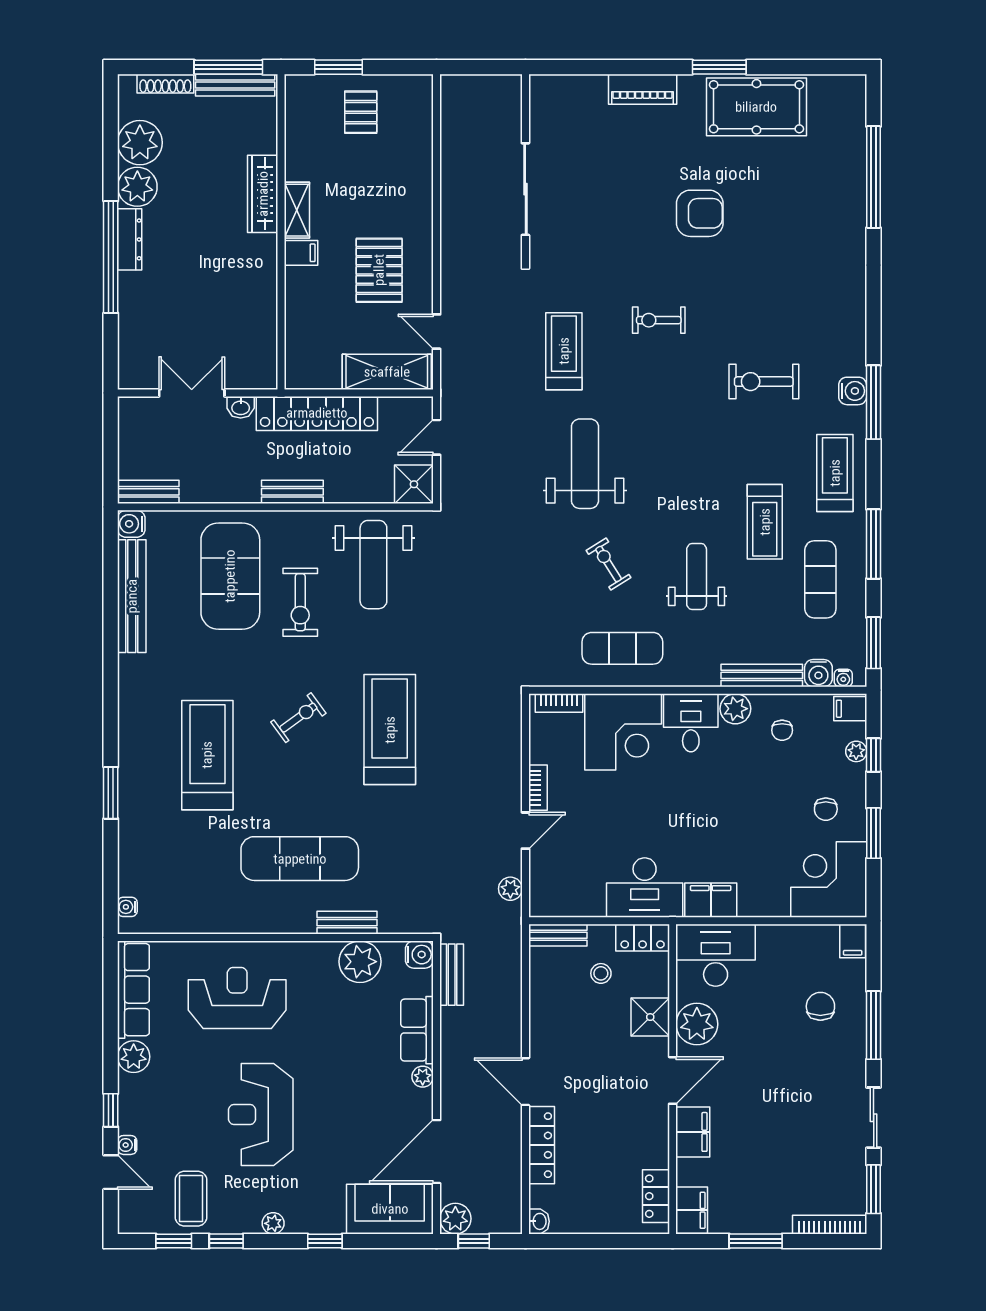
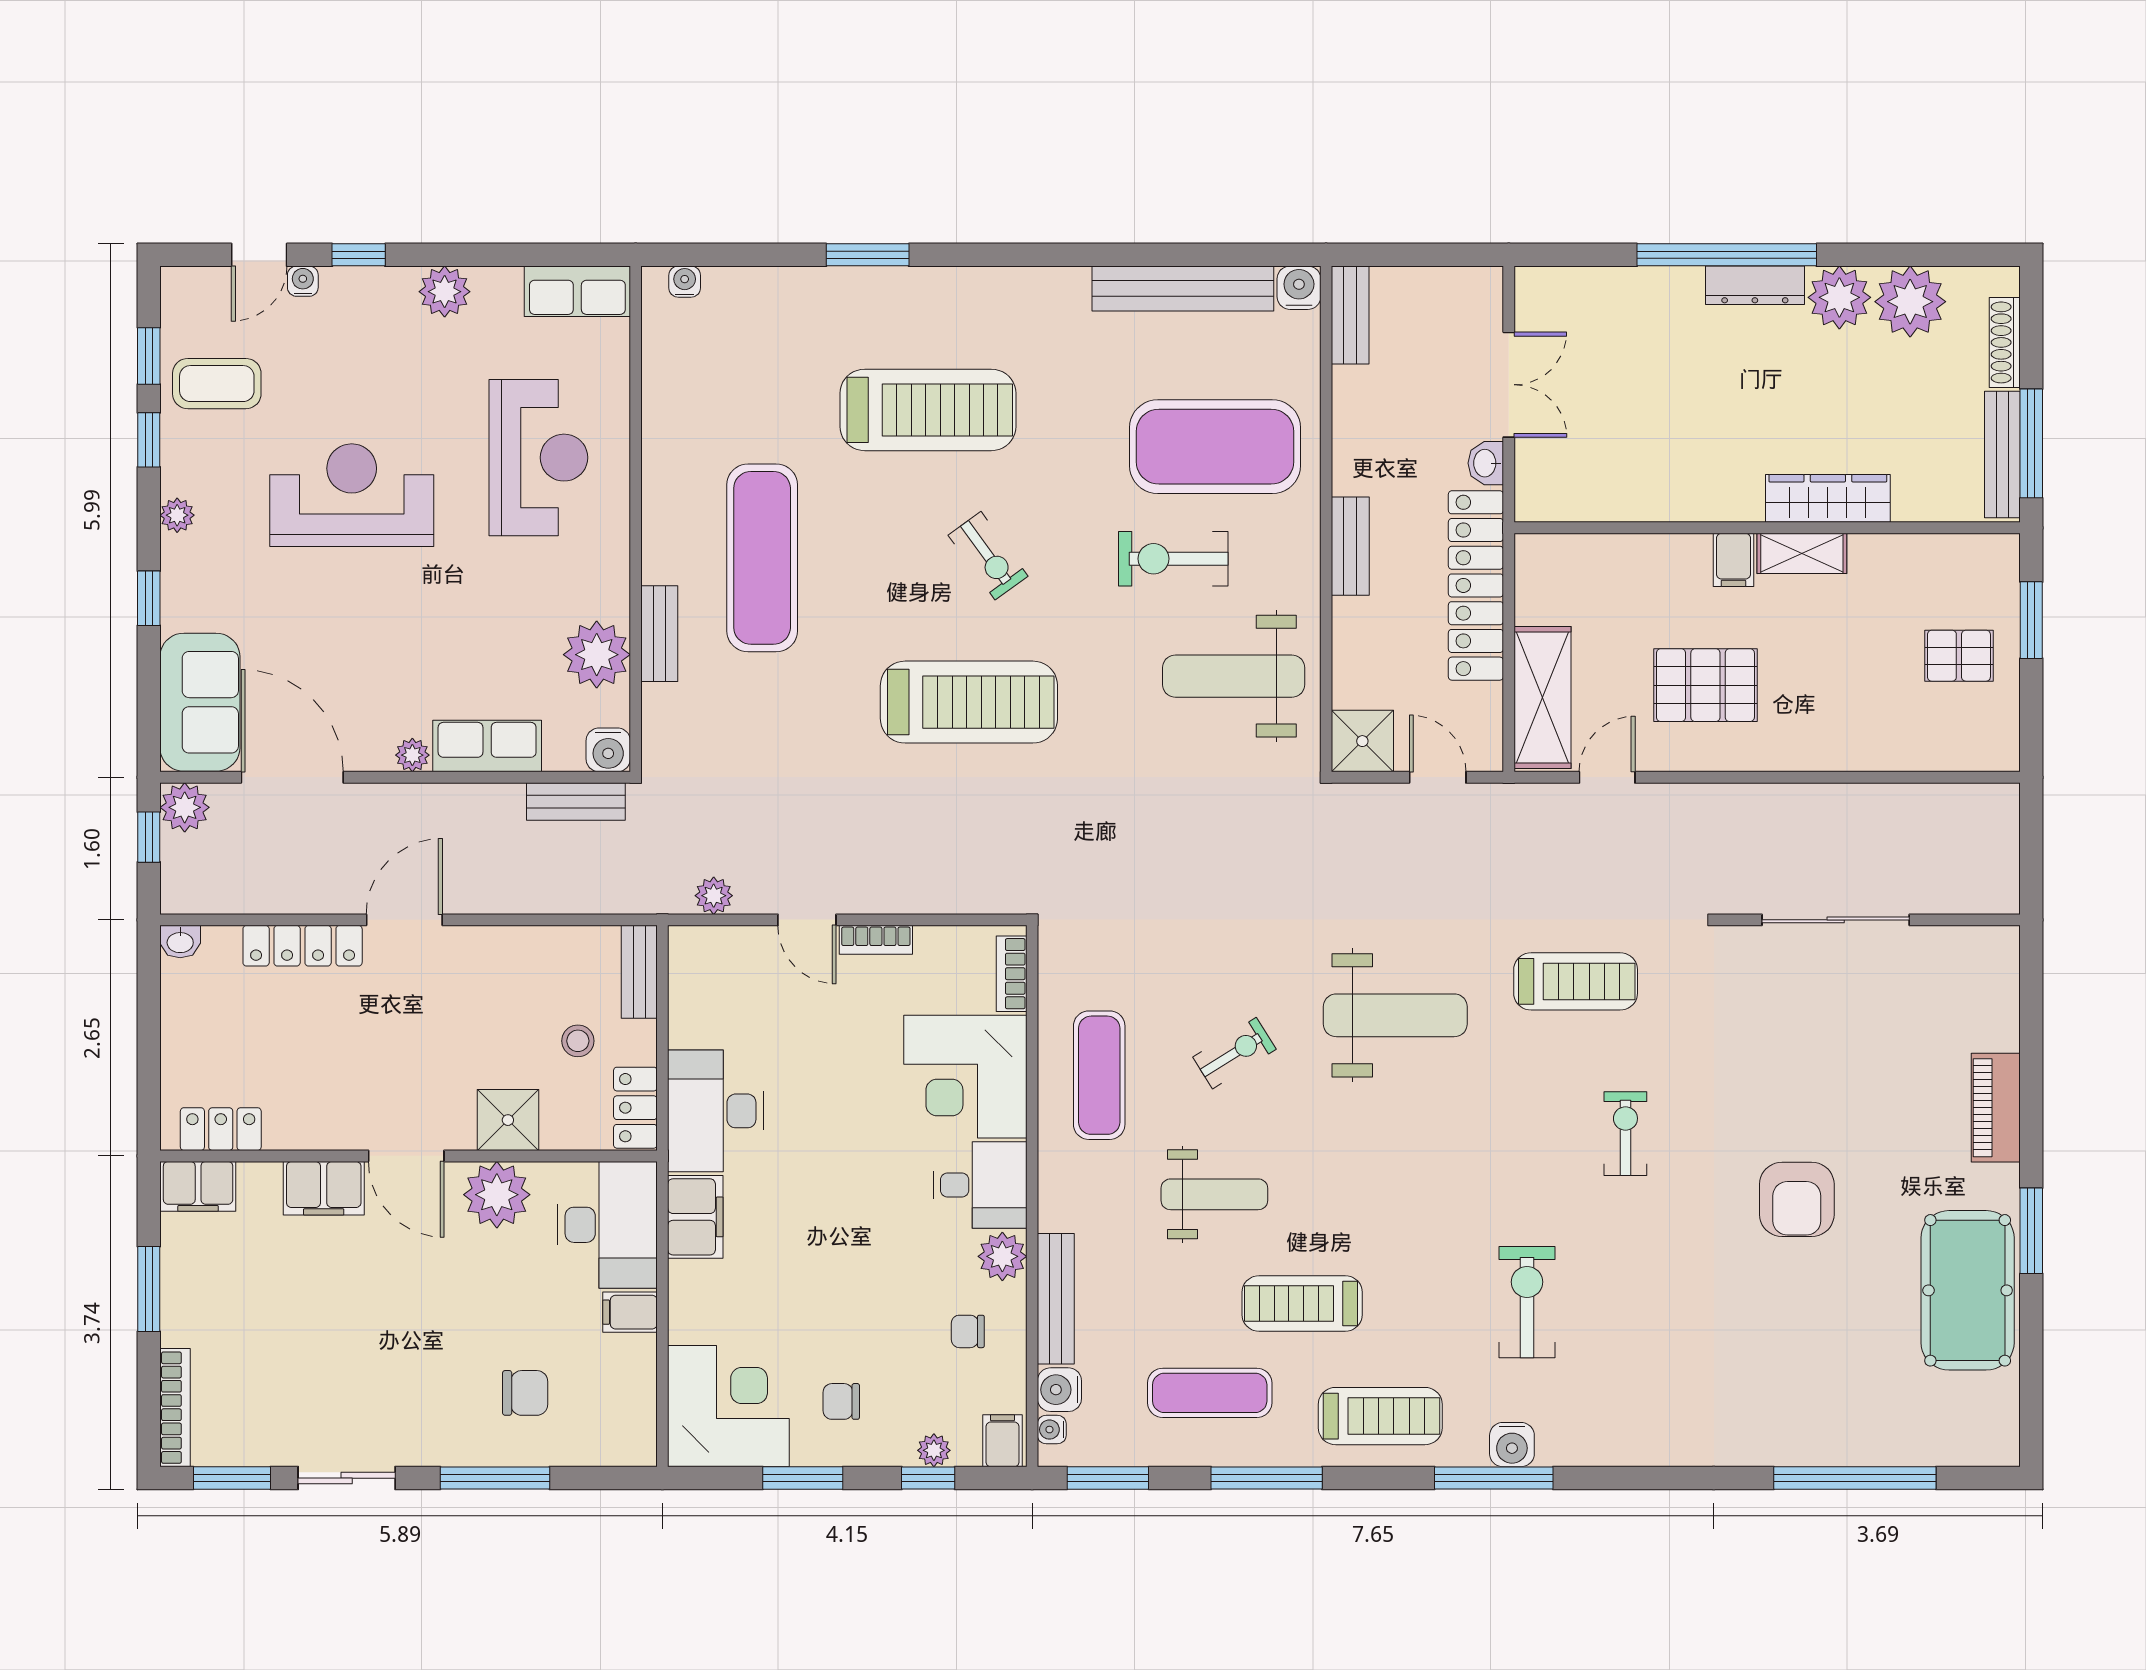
filing cabinet: (853, 941) -> (630, 1312), moved
row of seats: (133, 990) -> (577, 291), width x0.68

